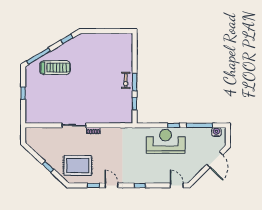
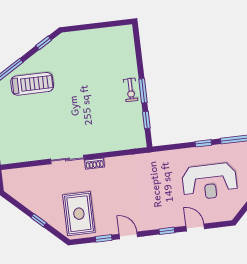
reception desk: (166, 141) -> (210, 182), moved, turned 180
rug: (78, 165) -> (79, 214), turned 90
door: (177, 185) -> (195, 227), moved

